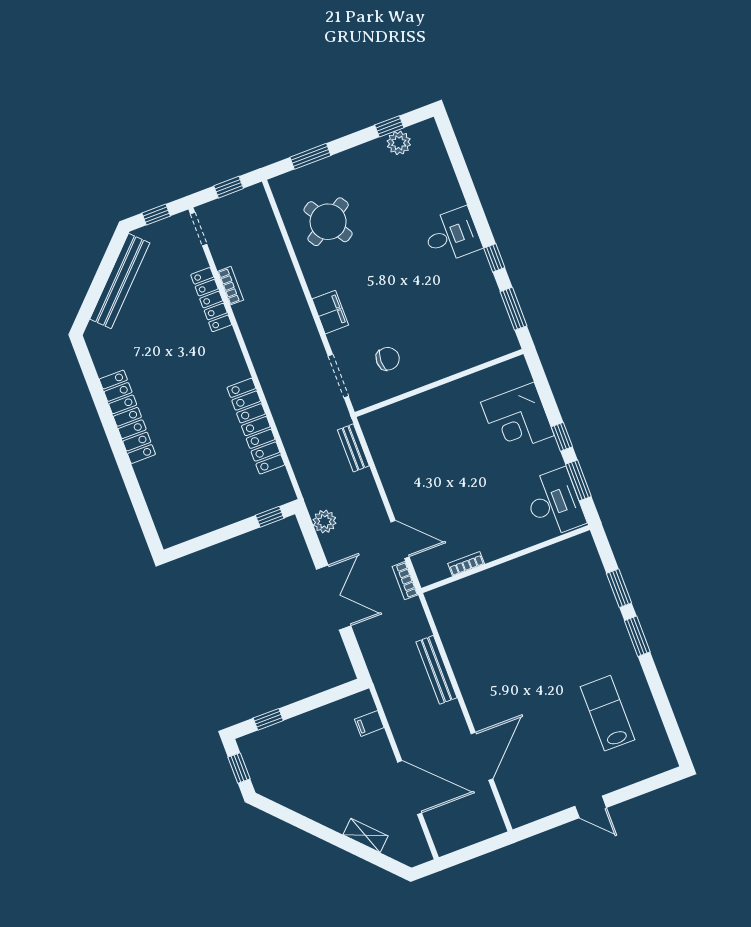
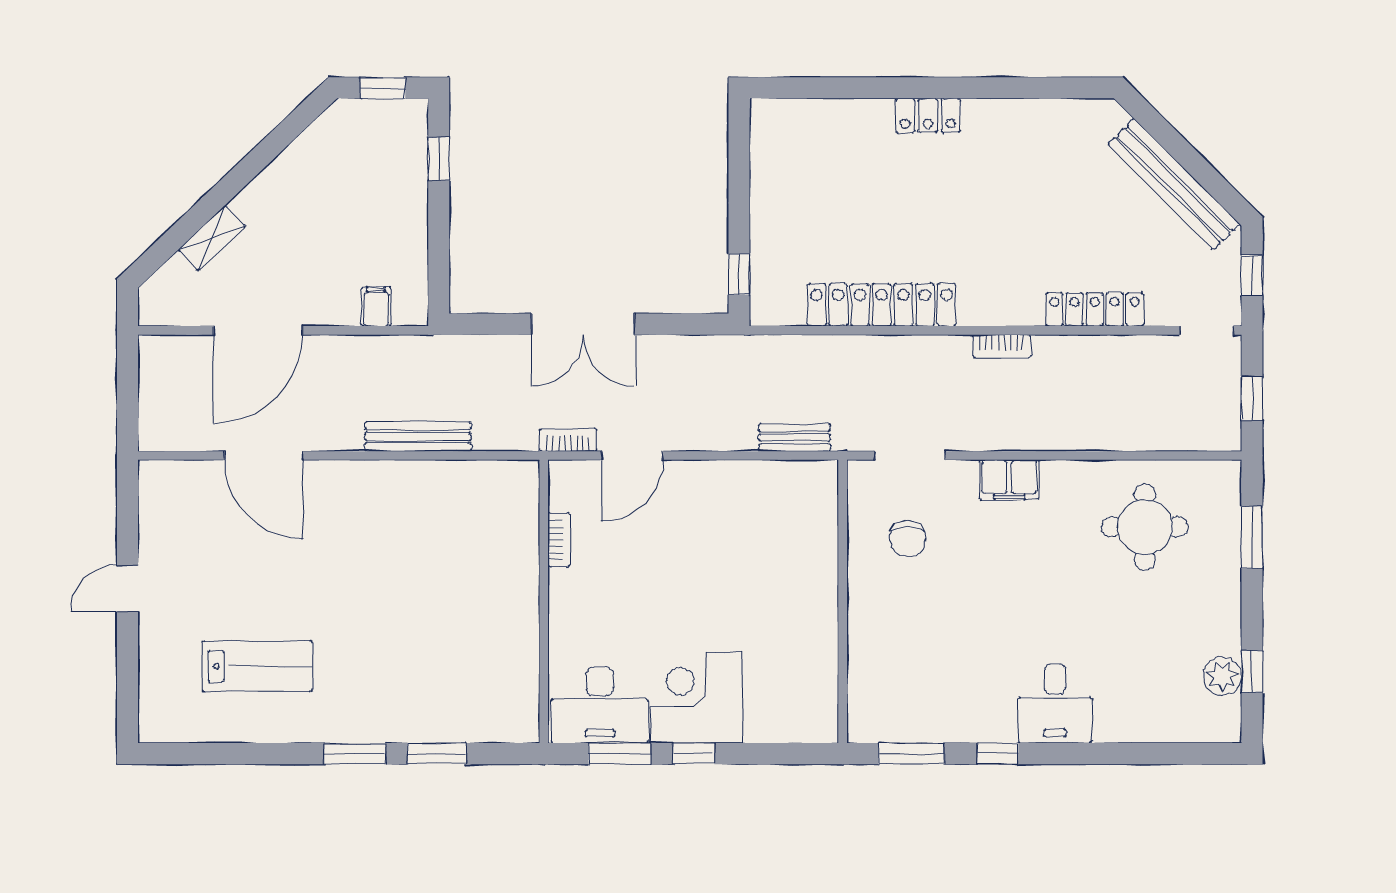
round table: (328, 222) -> (1145, 527), turned 32
bookcase: (231, 286) -> (1002, 346), moved
locker: (127, 417) -> (928, 116), width x0.46, depth x0.83
corner desk: (517, 419) -> (697, 698), moved
plant: (324, 521) -> (701, 353), removed

